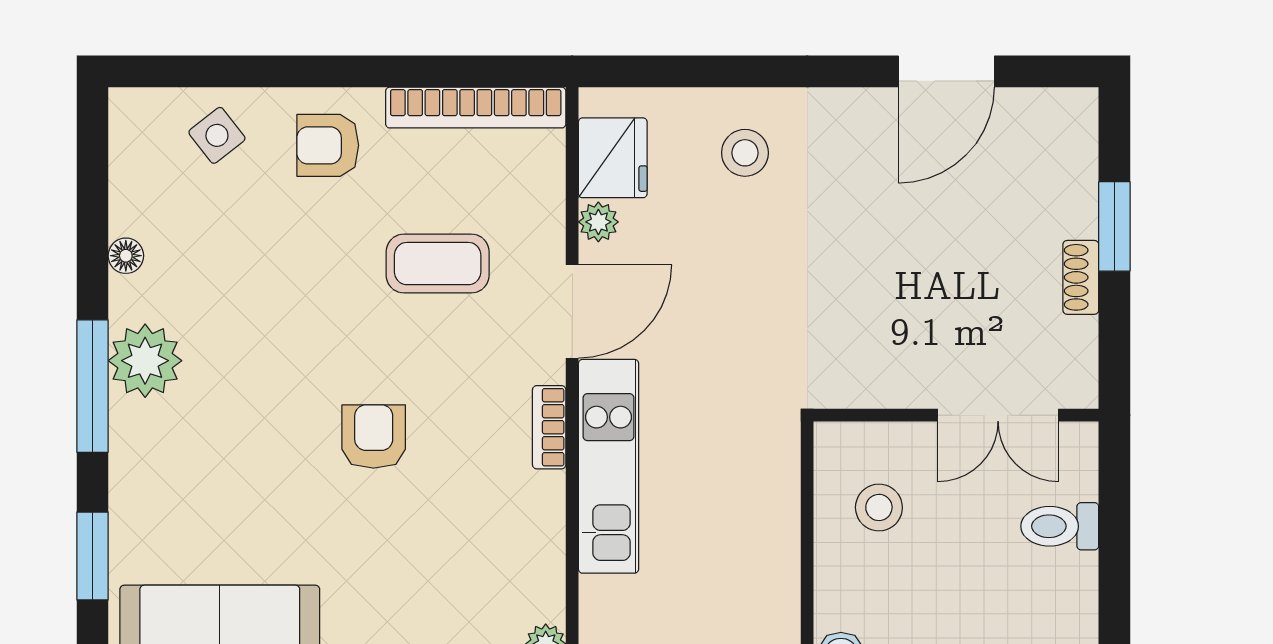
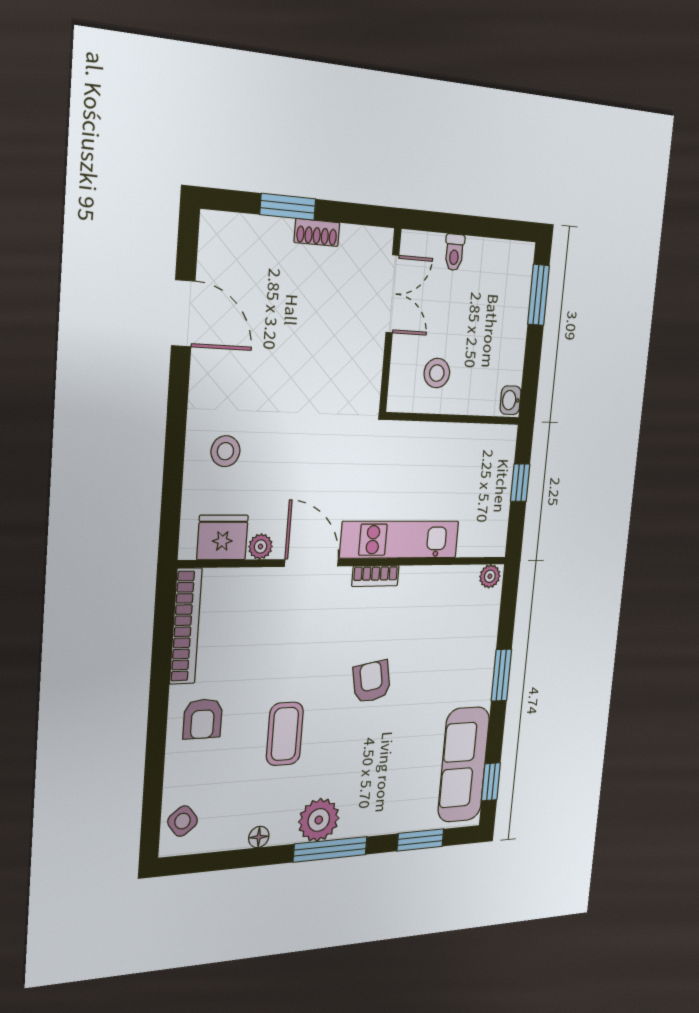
side table: (217, 135) -> (183, 821), moved
coffee table: (438, 264) -> (285, 734), moved
armchair: (374, 436) -> (372, 682), turned 80
toilet: (1060, 526) -> (454, 252), width x0.73, depth x0.72

